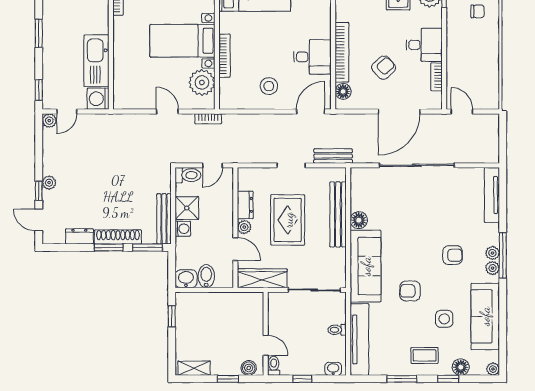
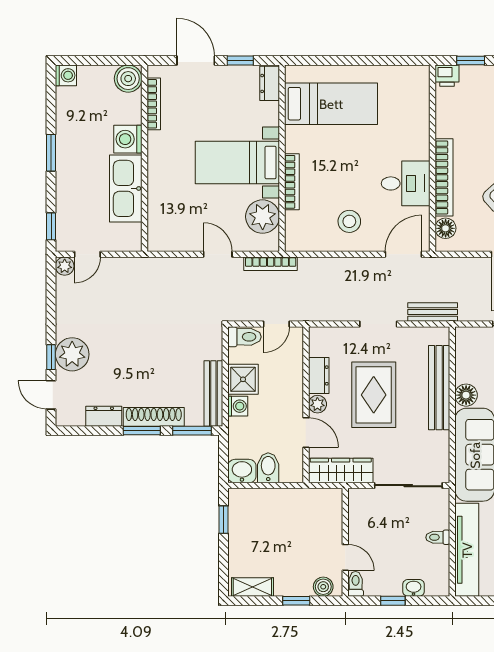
washing machine: (98, 99) -> (128, 139), moved
bookcase: (208, 119) -> (271, 264), width x1.56
plant: (49, 183) -> (72, 354), width x1.88, depth x1.88
washbasin: (333, 369) -> (414, 588), moved

